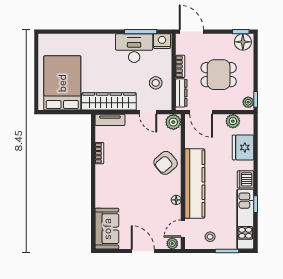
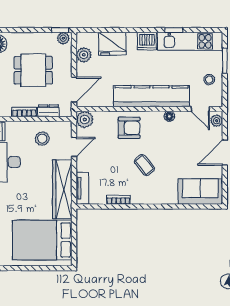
dining table: (219, 75) -> (33, 70), turned 90
dresser: (181, 93) -> (48, 111), width x0.70
armchair: (166, 163) -> (129, 128), turned -50
coffee table: (131, 177) -> (144, 165), added

